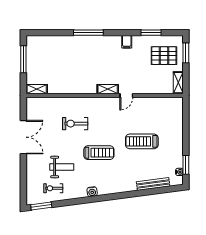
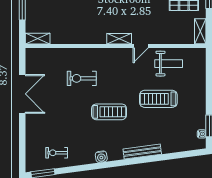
weight bench: (62, 167) -> (169, 64), moved
bench: (153, 184) -> (142, 152), moved

